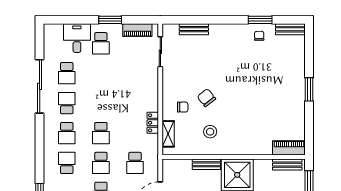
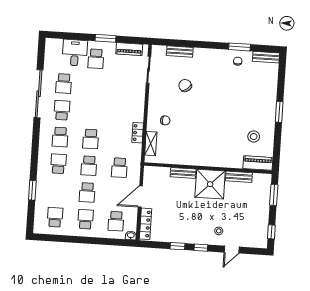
chair: (206, 98) -> (185, 85), moved
stool: (210, 132) -> (254, 136), moved
bench: (287, 165) -> (239, 177), moved

